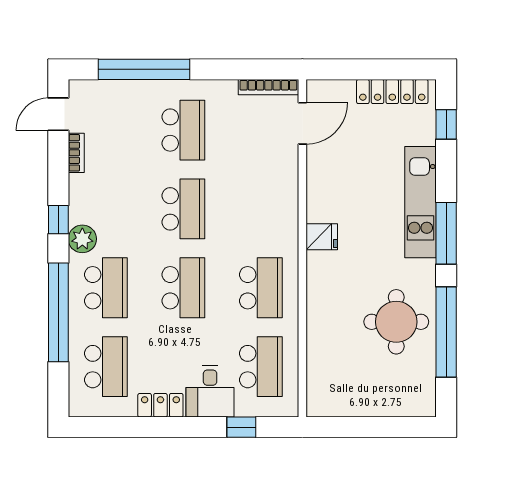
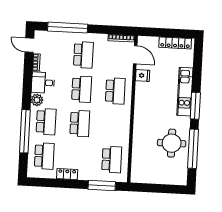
door: (58, 114) -> (29, 45), hinge flipped
door: (302, 123) -> (135, 55), hinge flipped
window: (446, 124) -> (198, 58), removed
window: (58, 220) -> (27, 91), removed
fridge: (322, 237) -> (143, 76), moved
school desk: (261, 288) -> (115, 91), moved
desk: (210, 391) -> (43, 83), moved, turned 90
window: (241, 427) -> (102, 185), width x2.17

